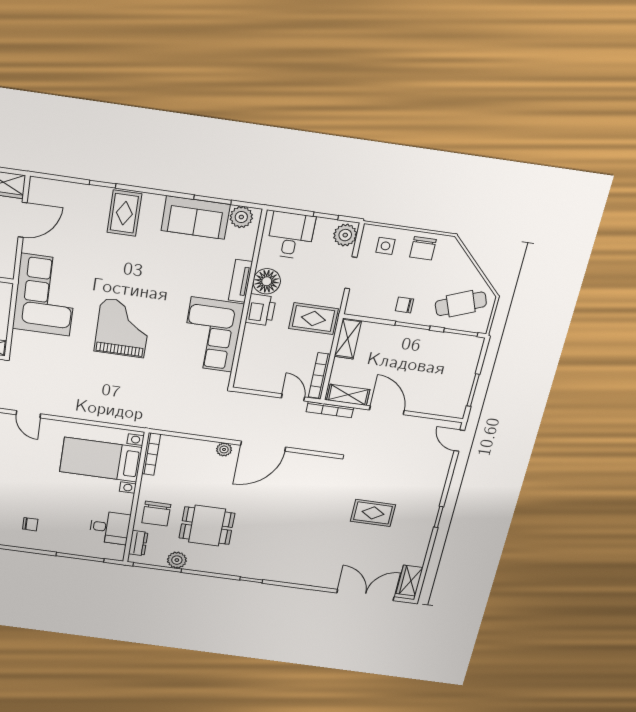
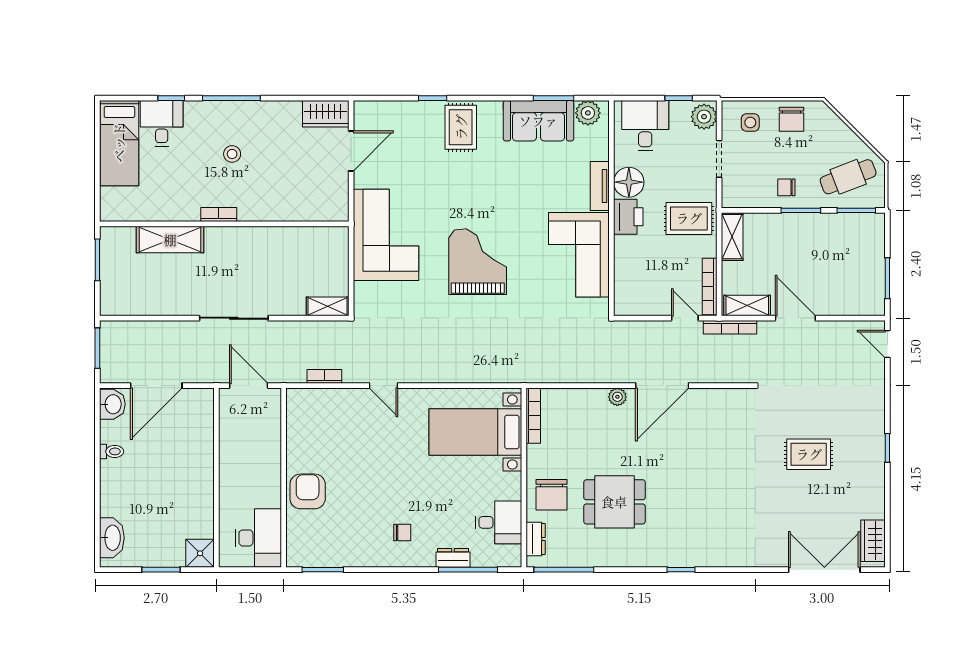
dresser: (69, 547) -> (453, 558), added
plant: (177, 560) -> (586, 555), removed

